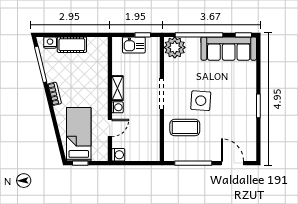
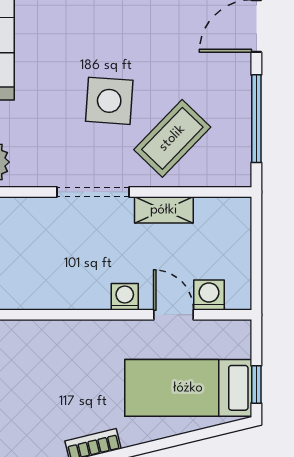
shelving: (117, 88) -> (164, 210), moved
coffee table: (185, 128) -> (172, 138), turned 44
washing machine: (118, 155) -> (209, 295), moved

